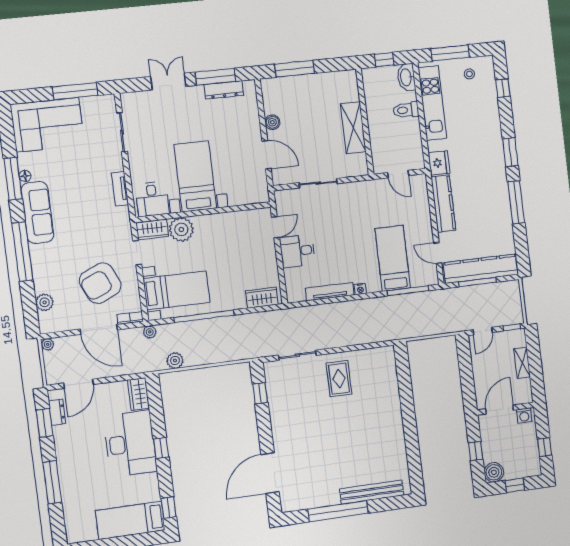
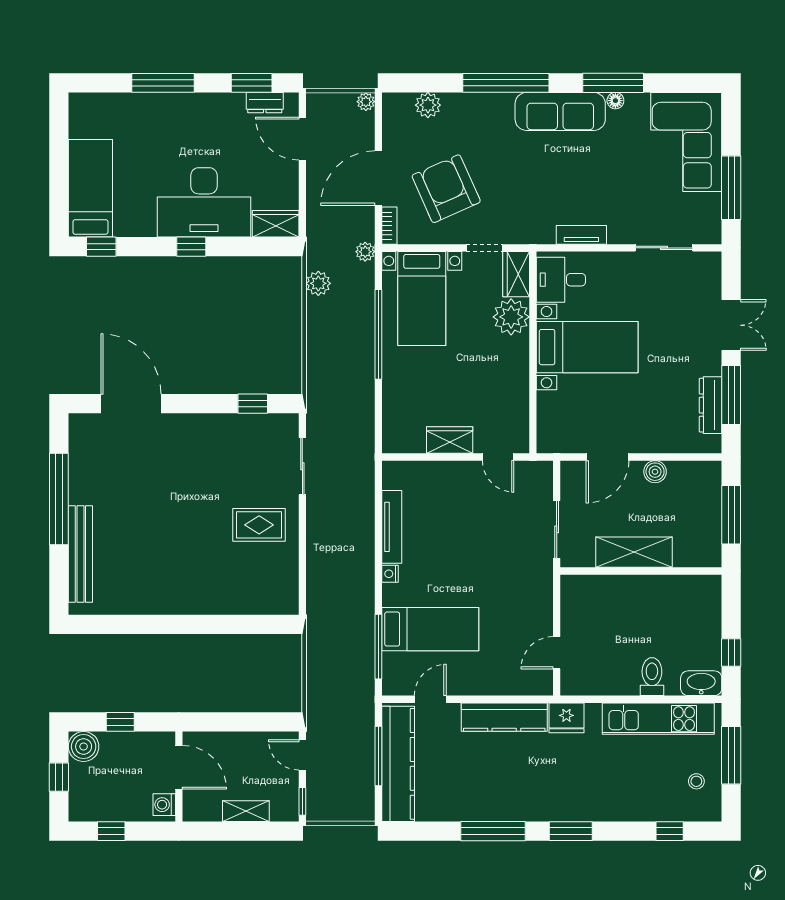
wall: (365, 122) -> (641, 571), moved
shelving: (353, 128) -> (634, 552), moved
desk: (297, 251) -> (459, 486), removed
wardrobe: (262, 298) -> (450, 440), moved, turned -90

